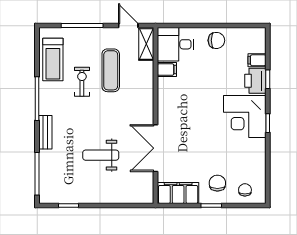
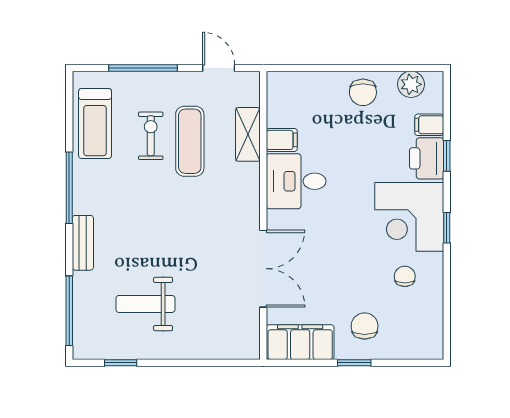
plant: (246, 36) -> (411, 84), added
chair: (216, 40) -> (363, 92), turned 90
shelving: (146, 44) -> (248, 134), moved
desk: (176, 44) -> (296, 181), moved
exercise bike: (82, 82) -> (151, 136), moved
double door: (156, 148) -> (263, 269), swing flipped
weight bench: (101, 155) -> (145, 304), moved
chair: (245, 190) -> (405, 276), moved

